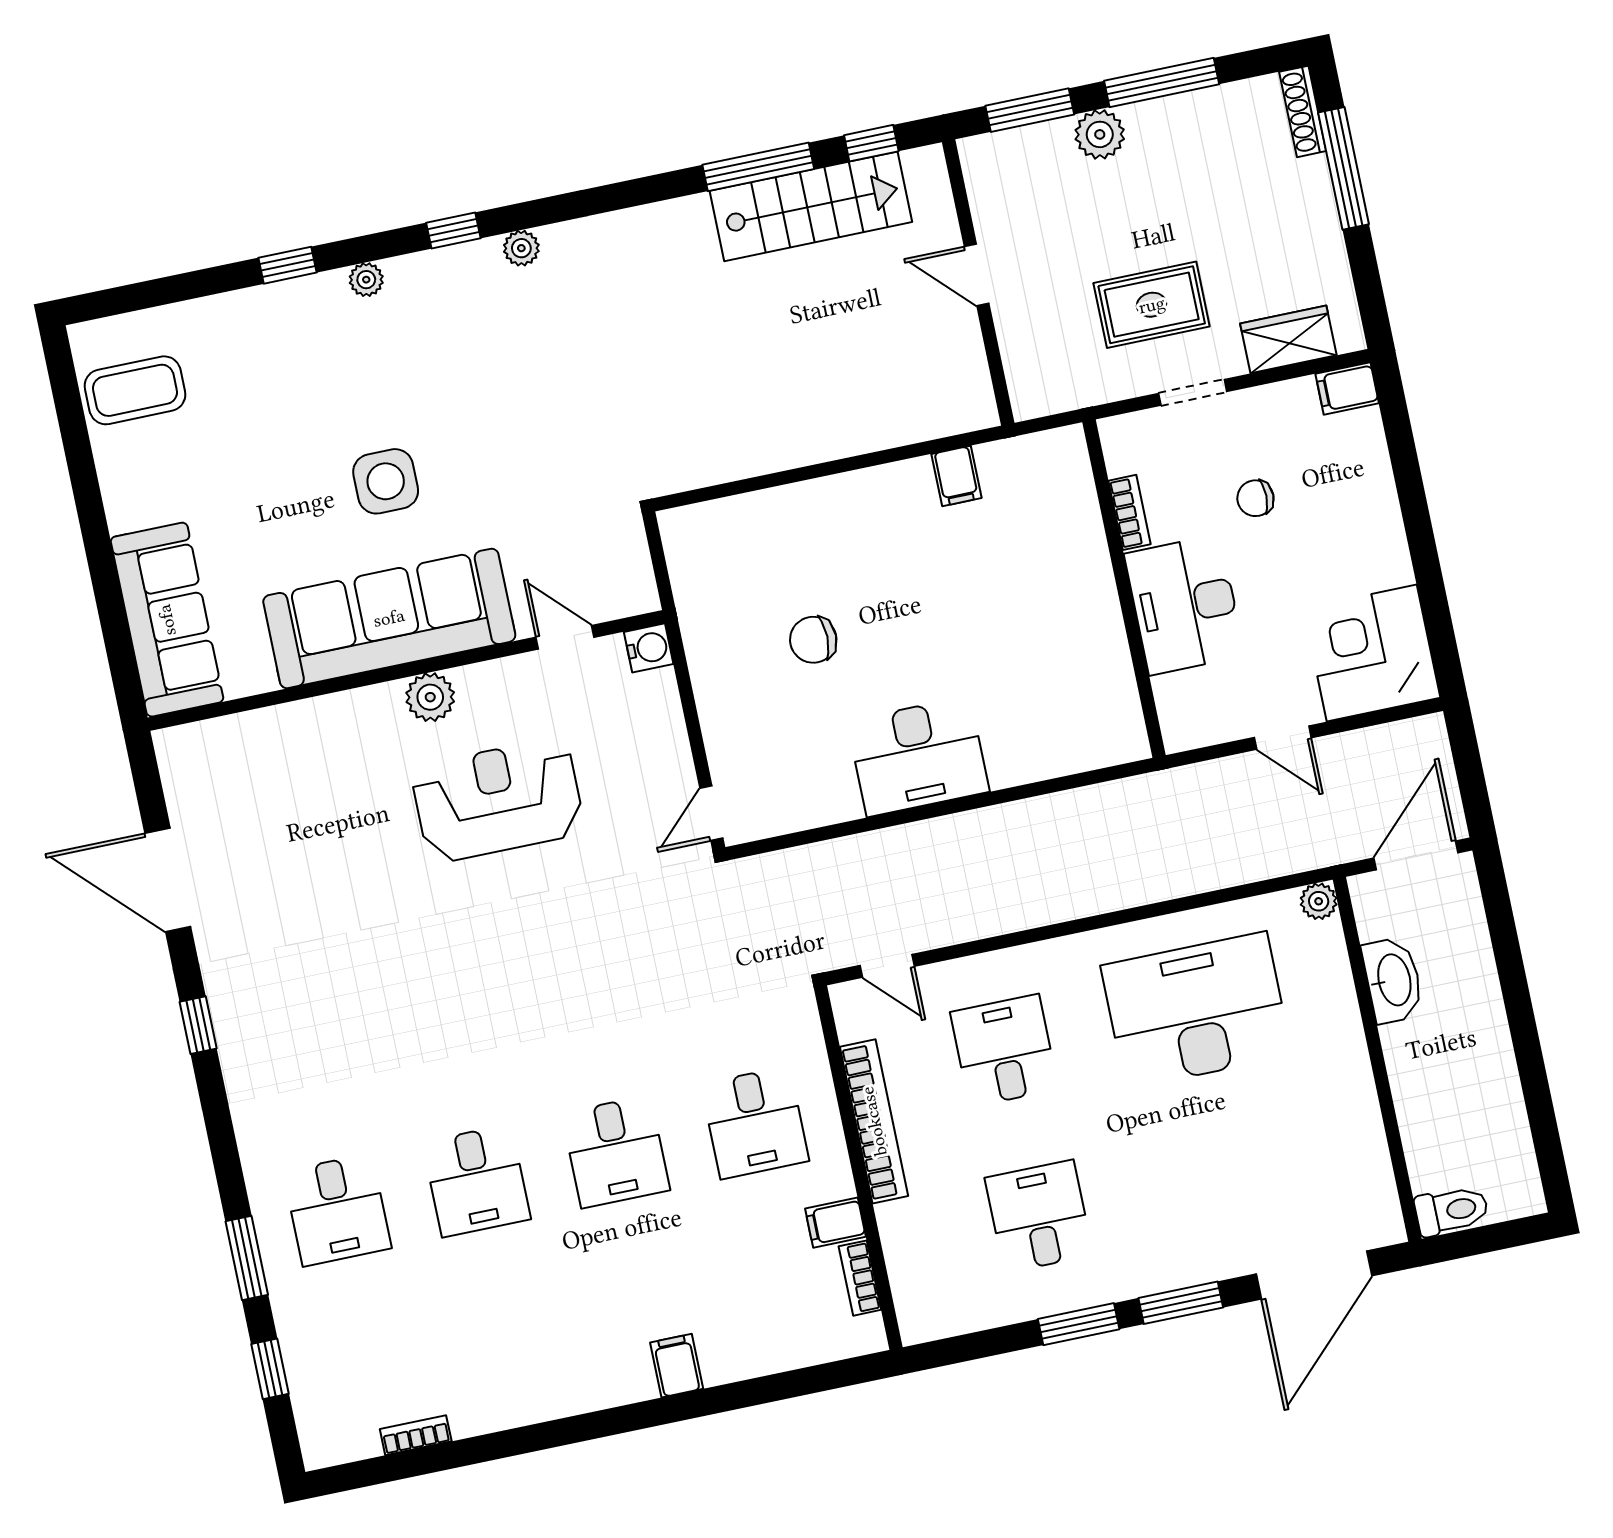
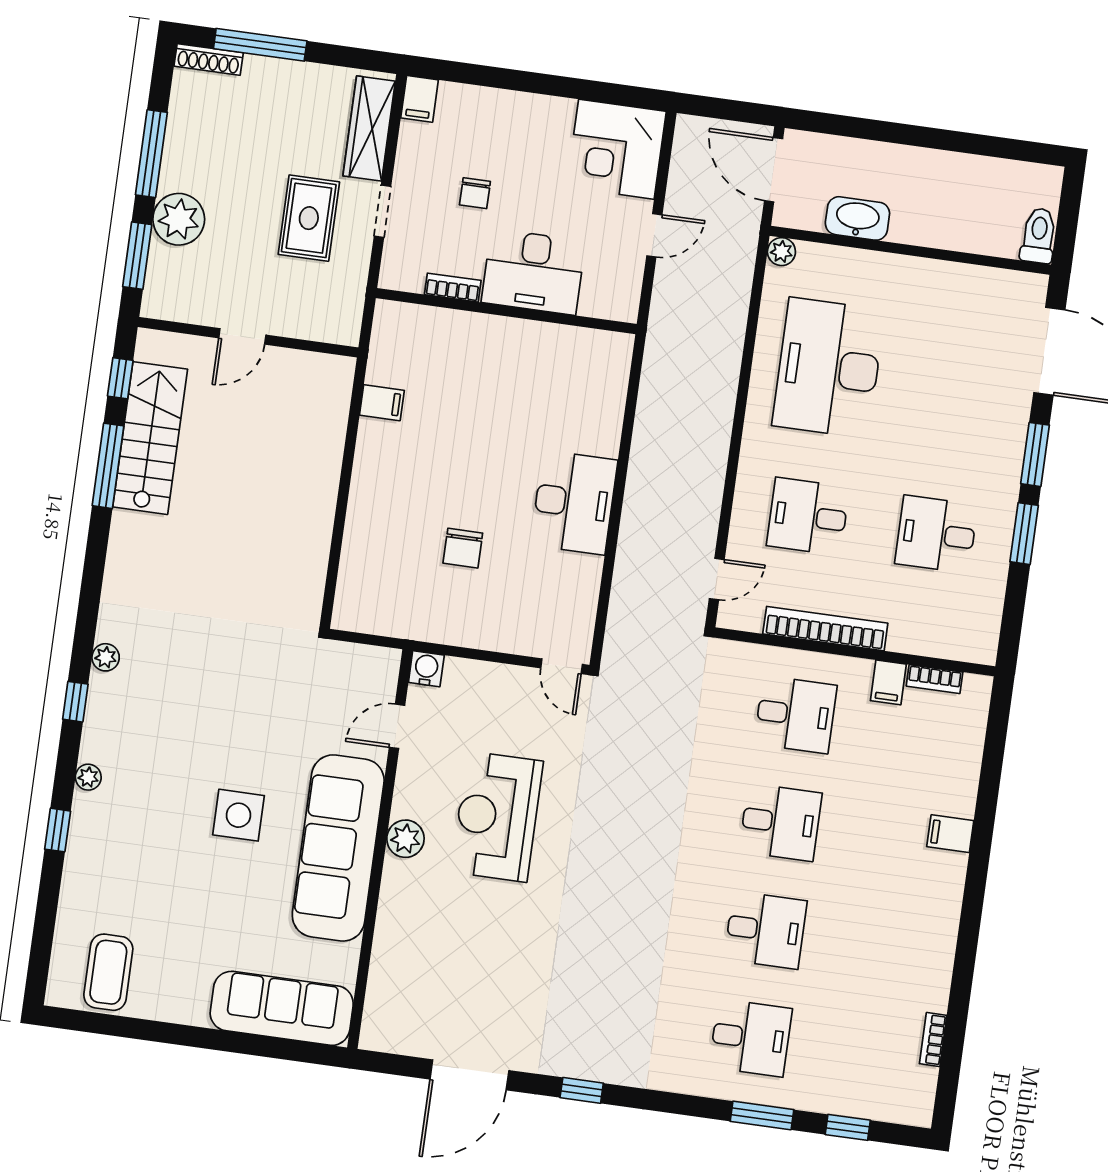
plant: (1100, 134) -> (179, 219), width x1.36, depth x1.36
wardrobe: (1288, 339) -> (369, 129), width x1.50

